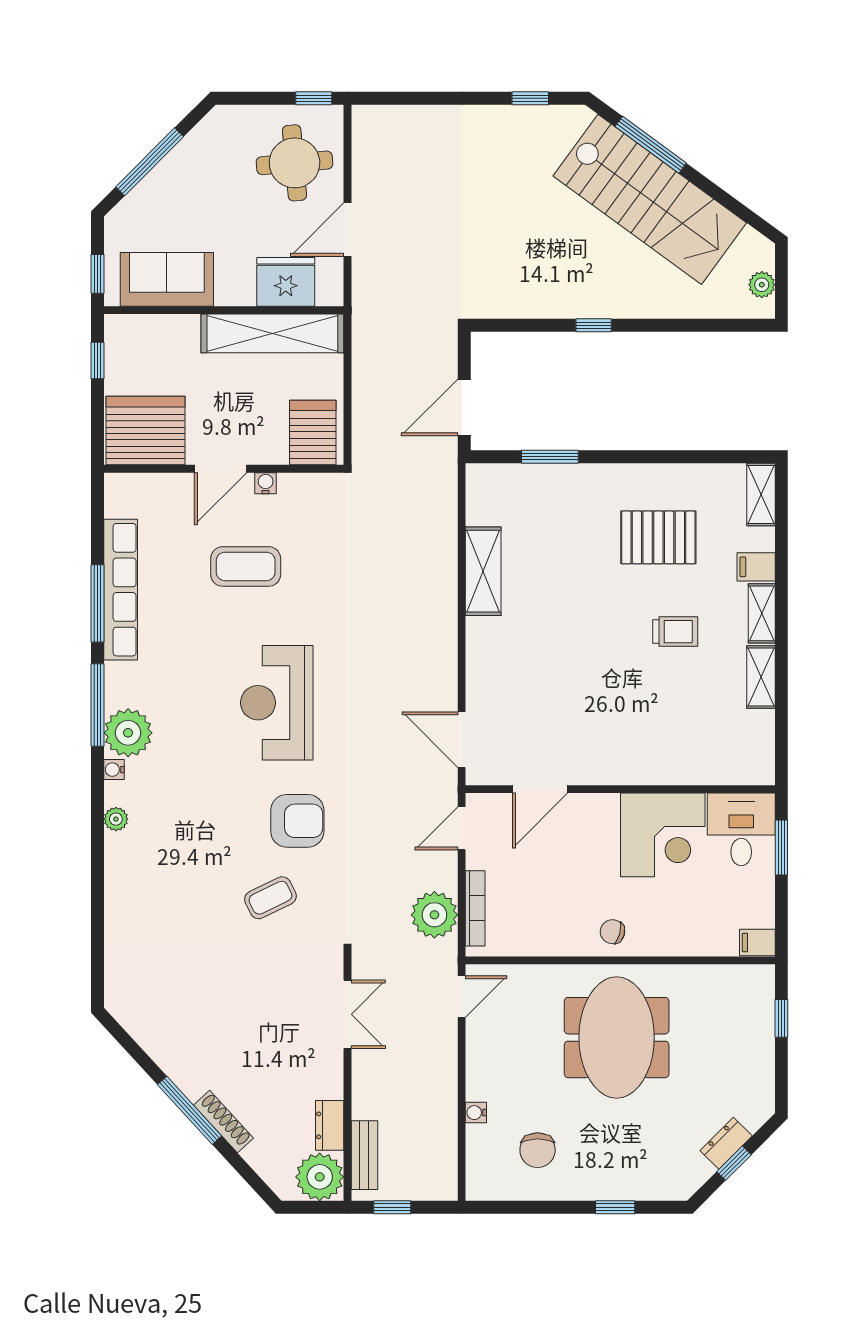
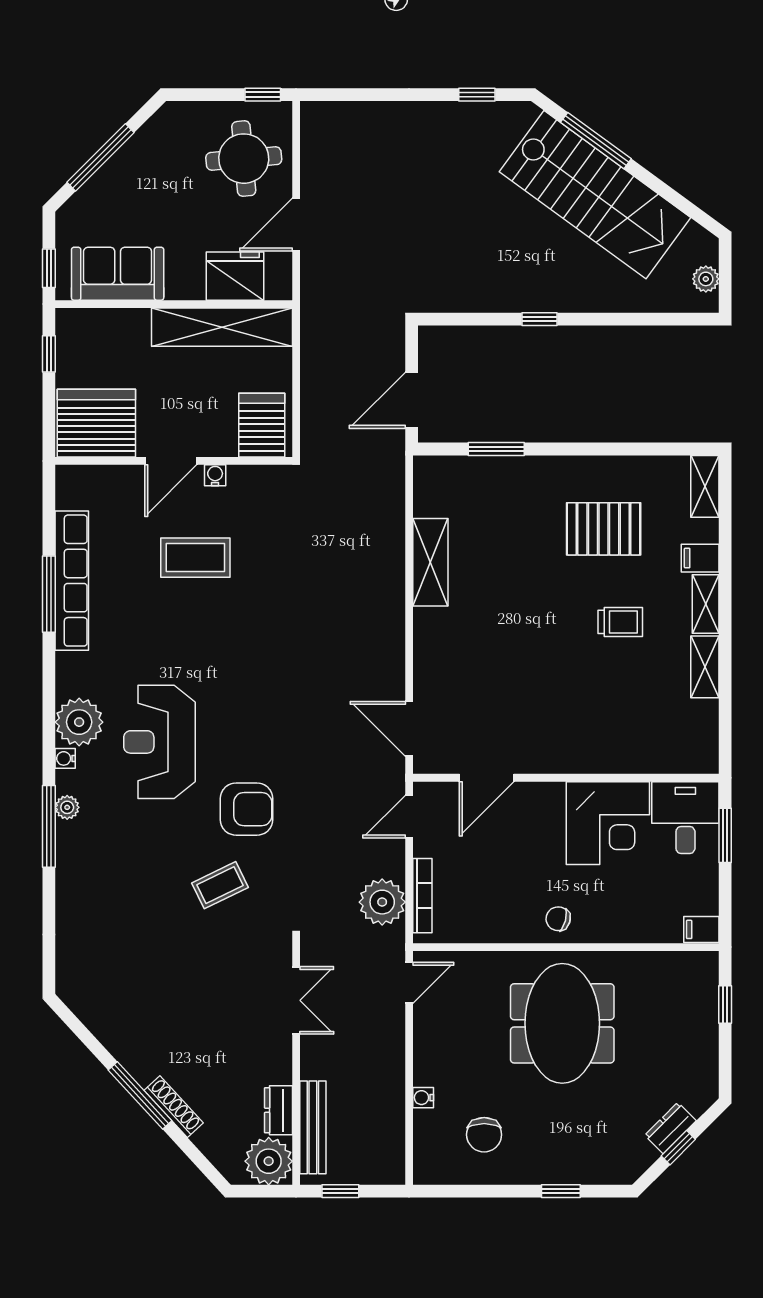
reception desk: (277, 703) -> (160, 742), moved
window: (98, 705) -> (49, 826), moved
bench: (364, 1155) -> (313, 1127), width x1.36

